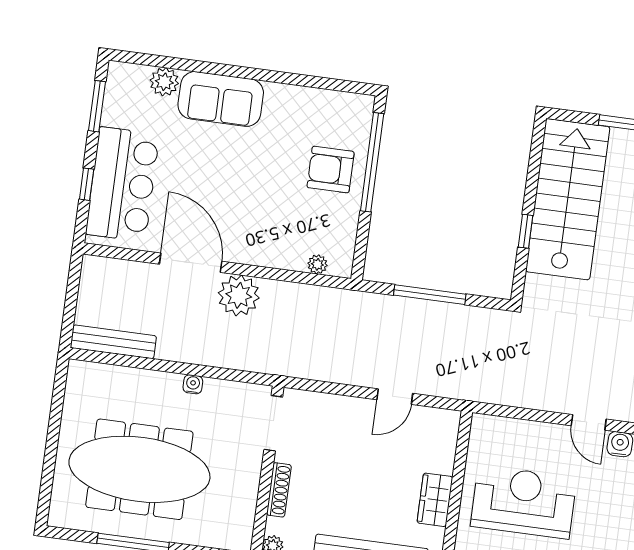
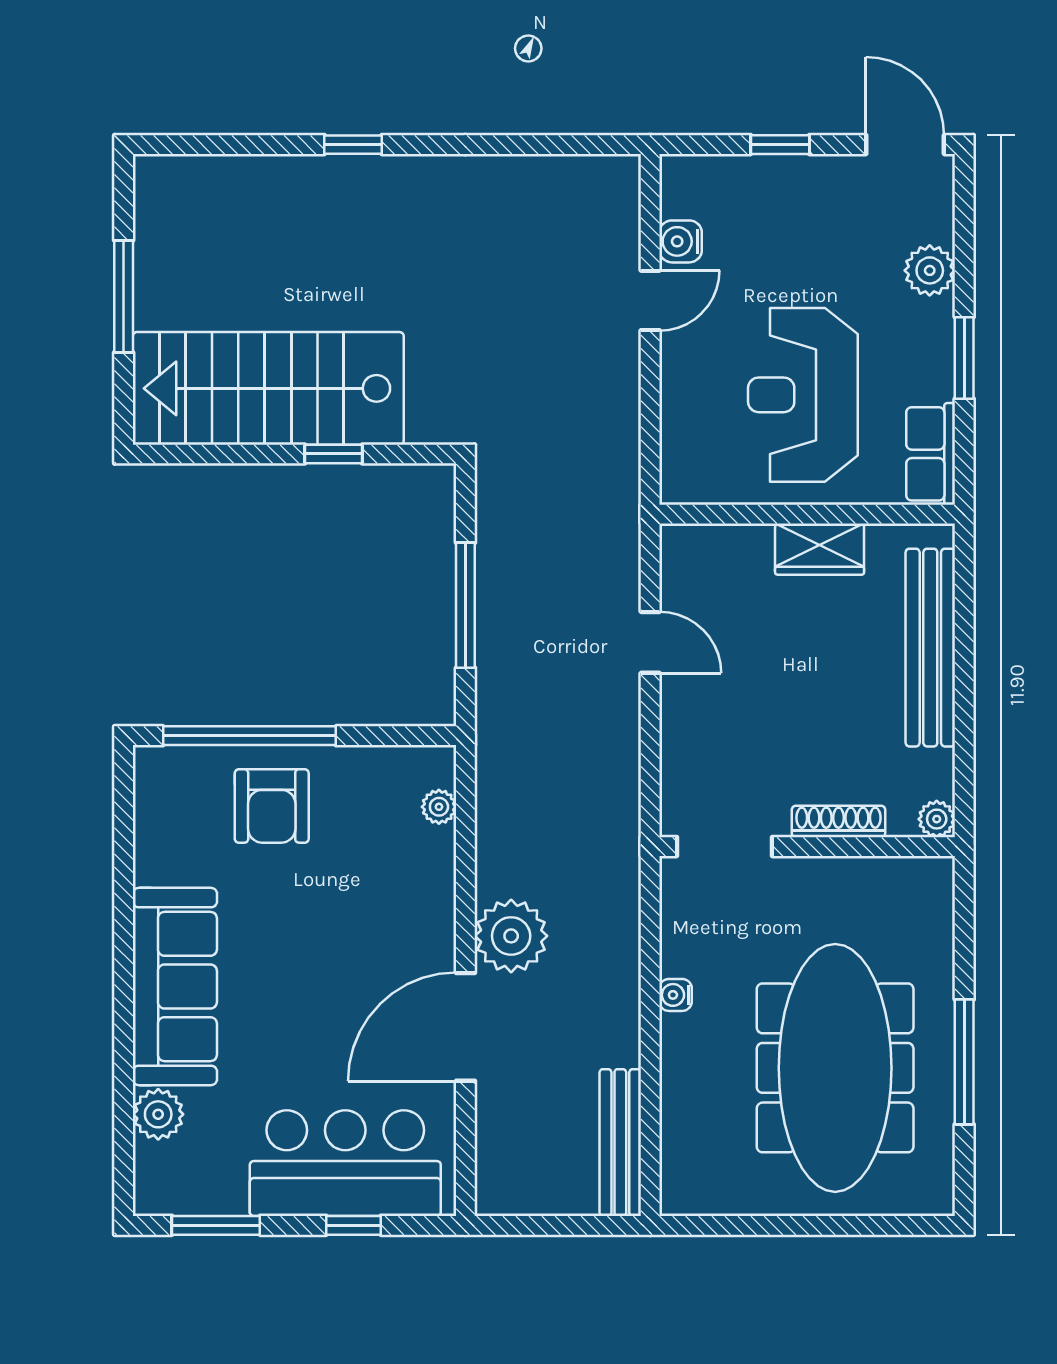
sofa: (221, 99) -> (175, 986), width x1.36

